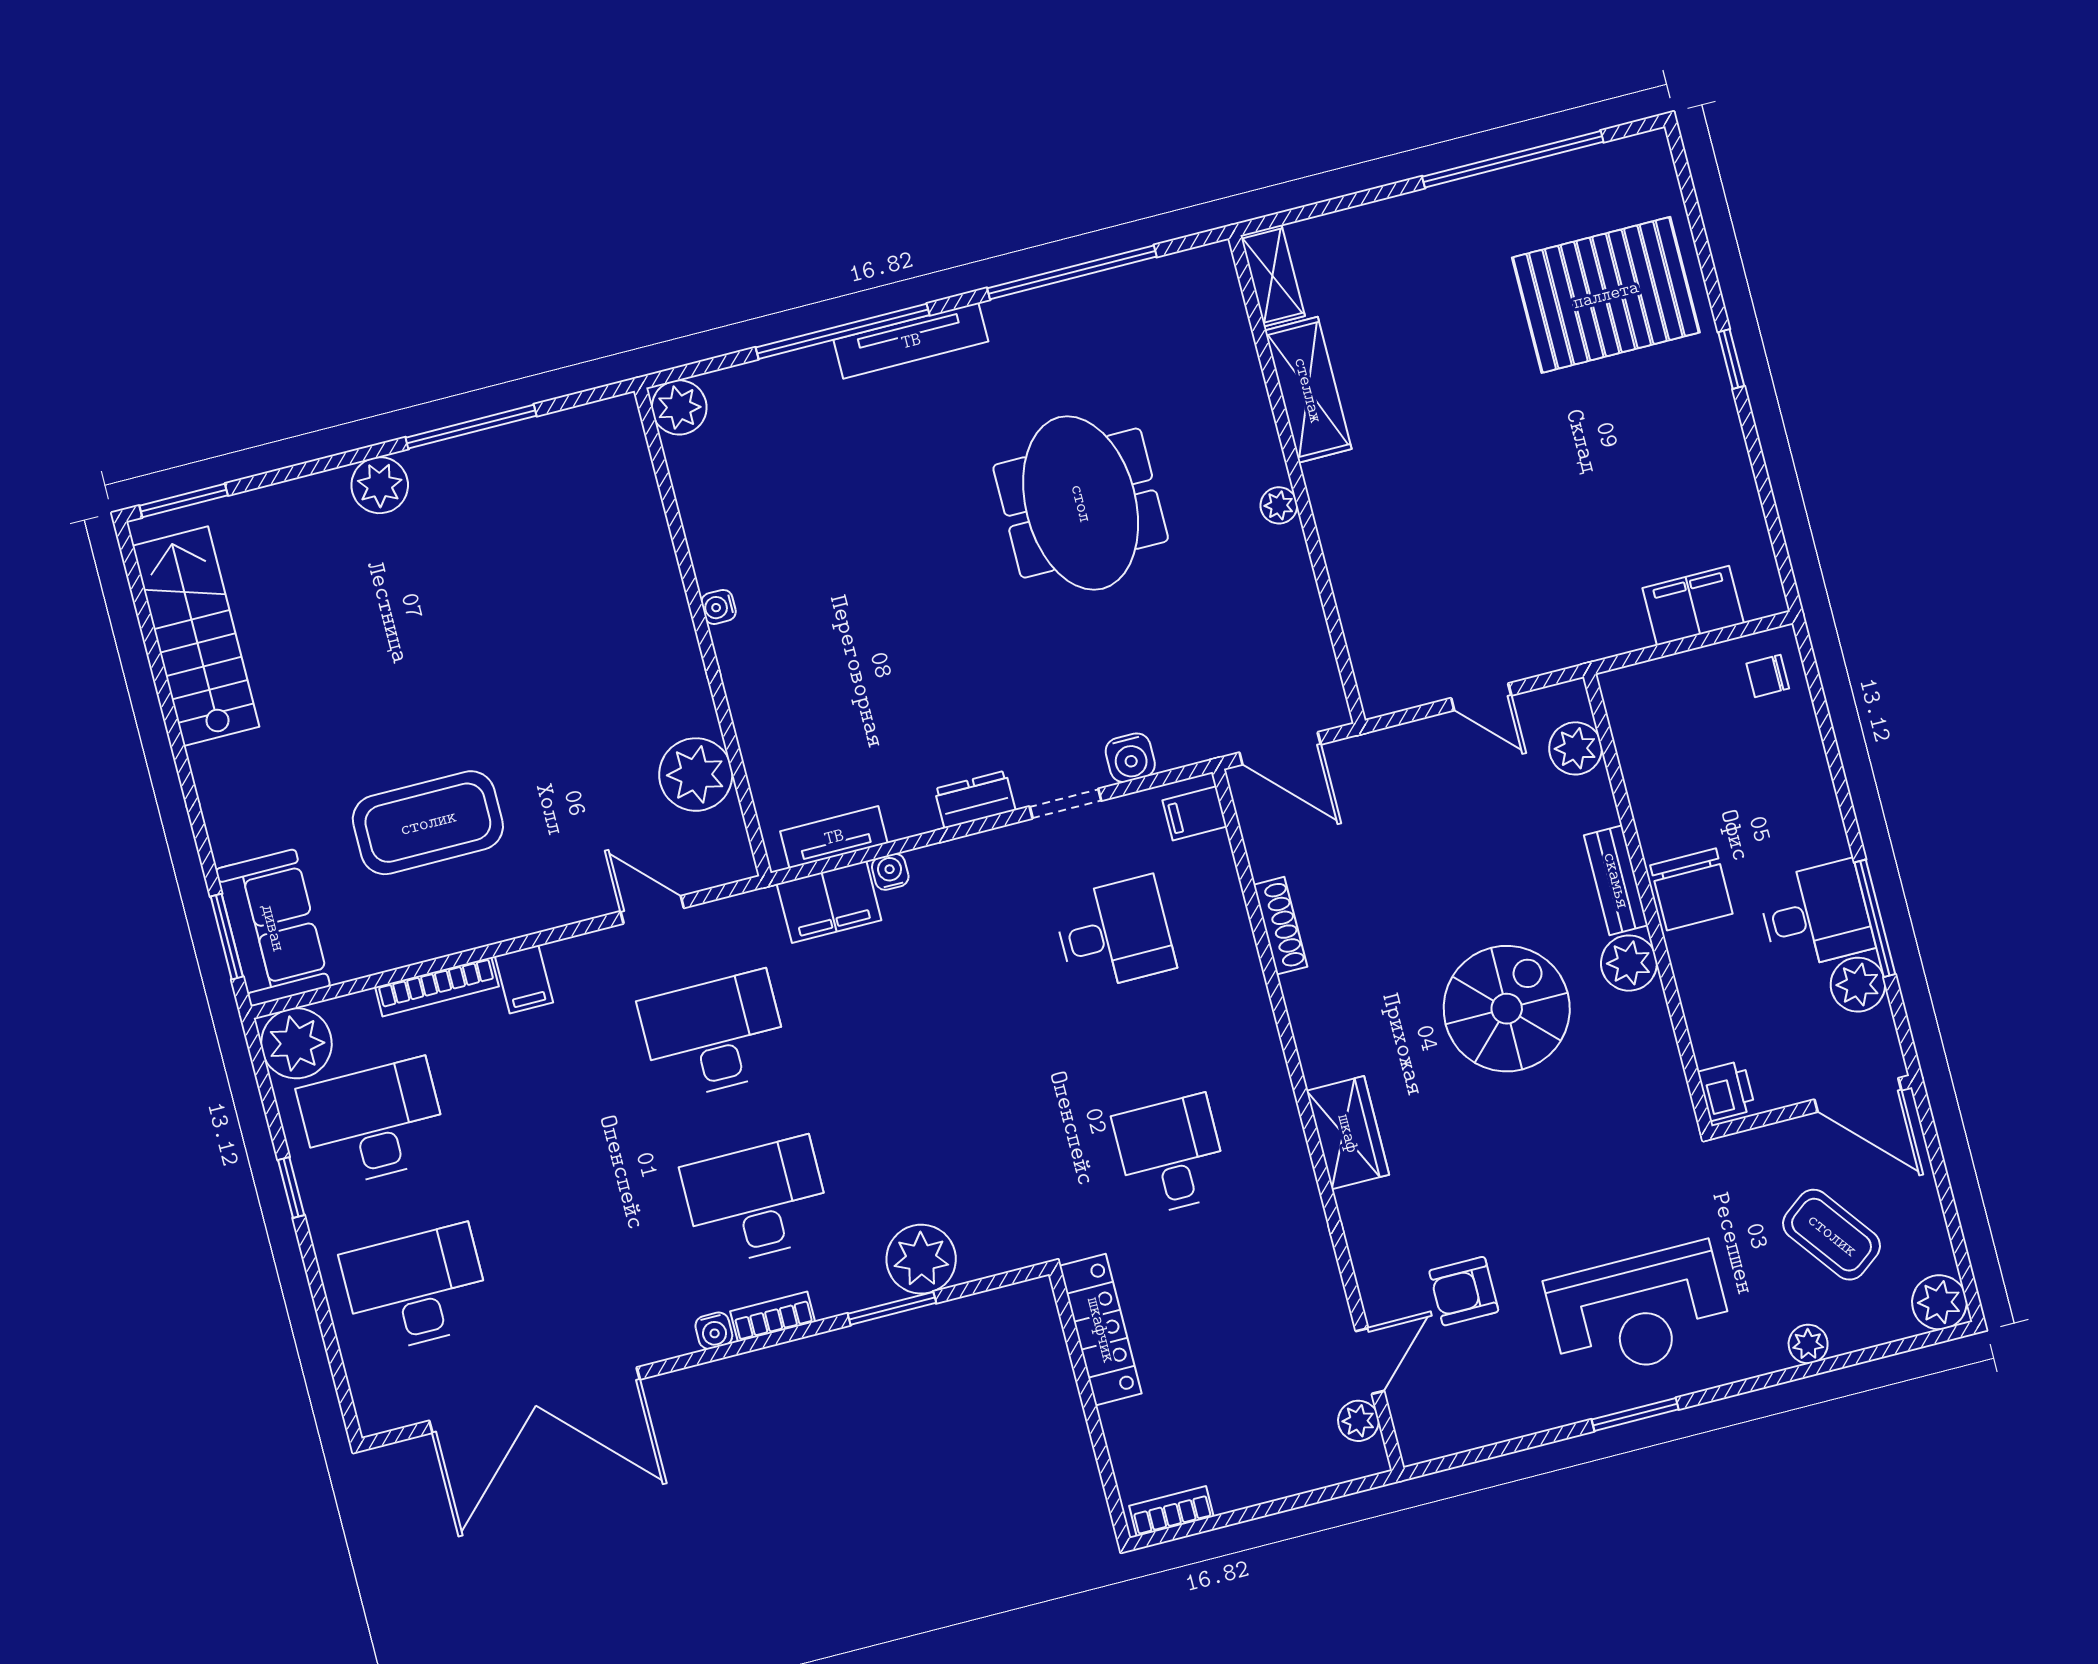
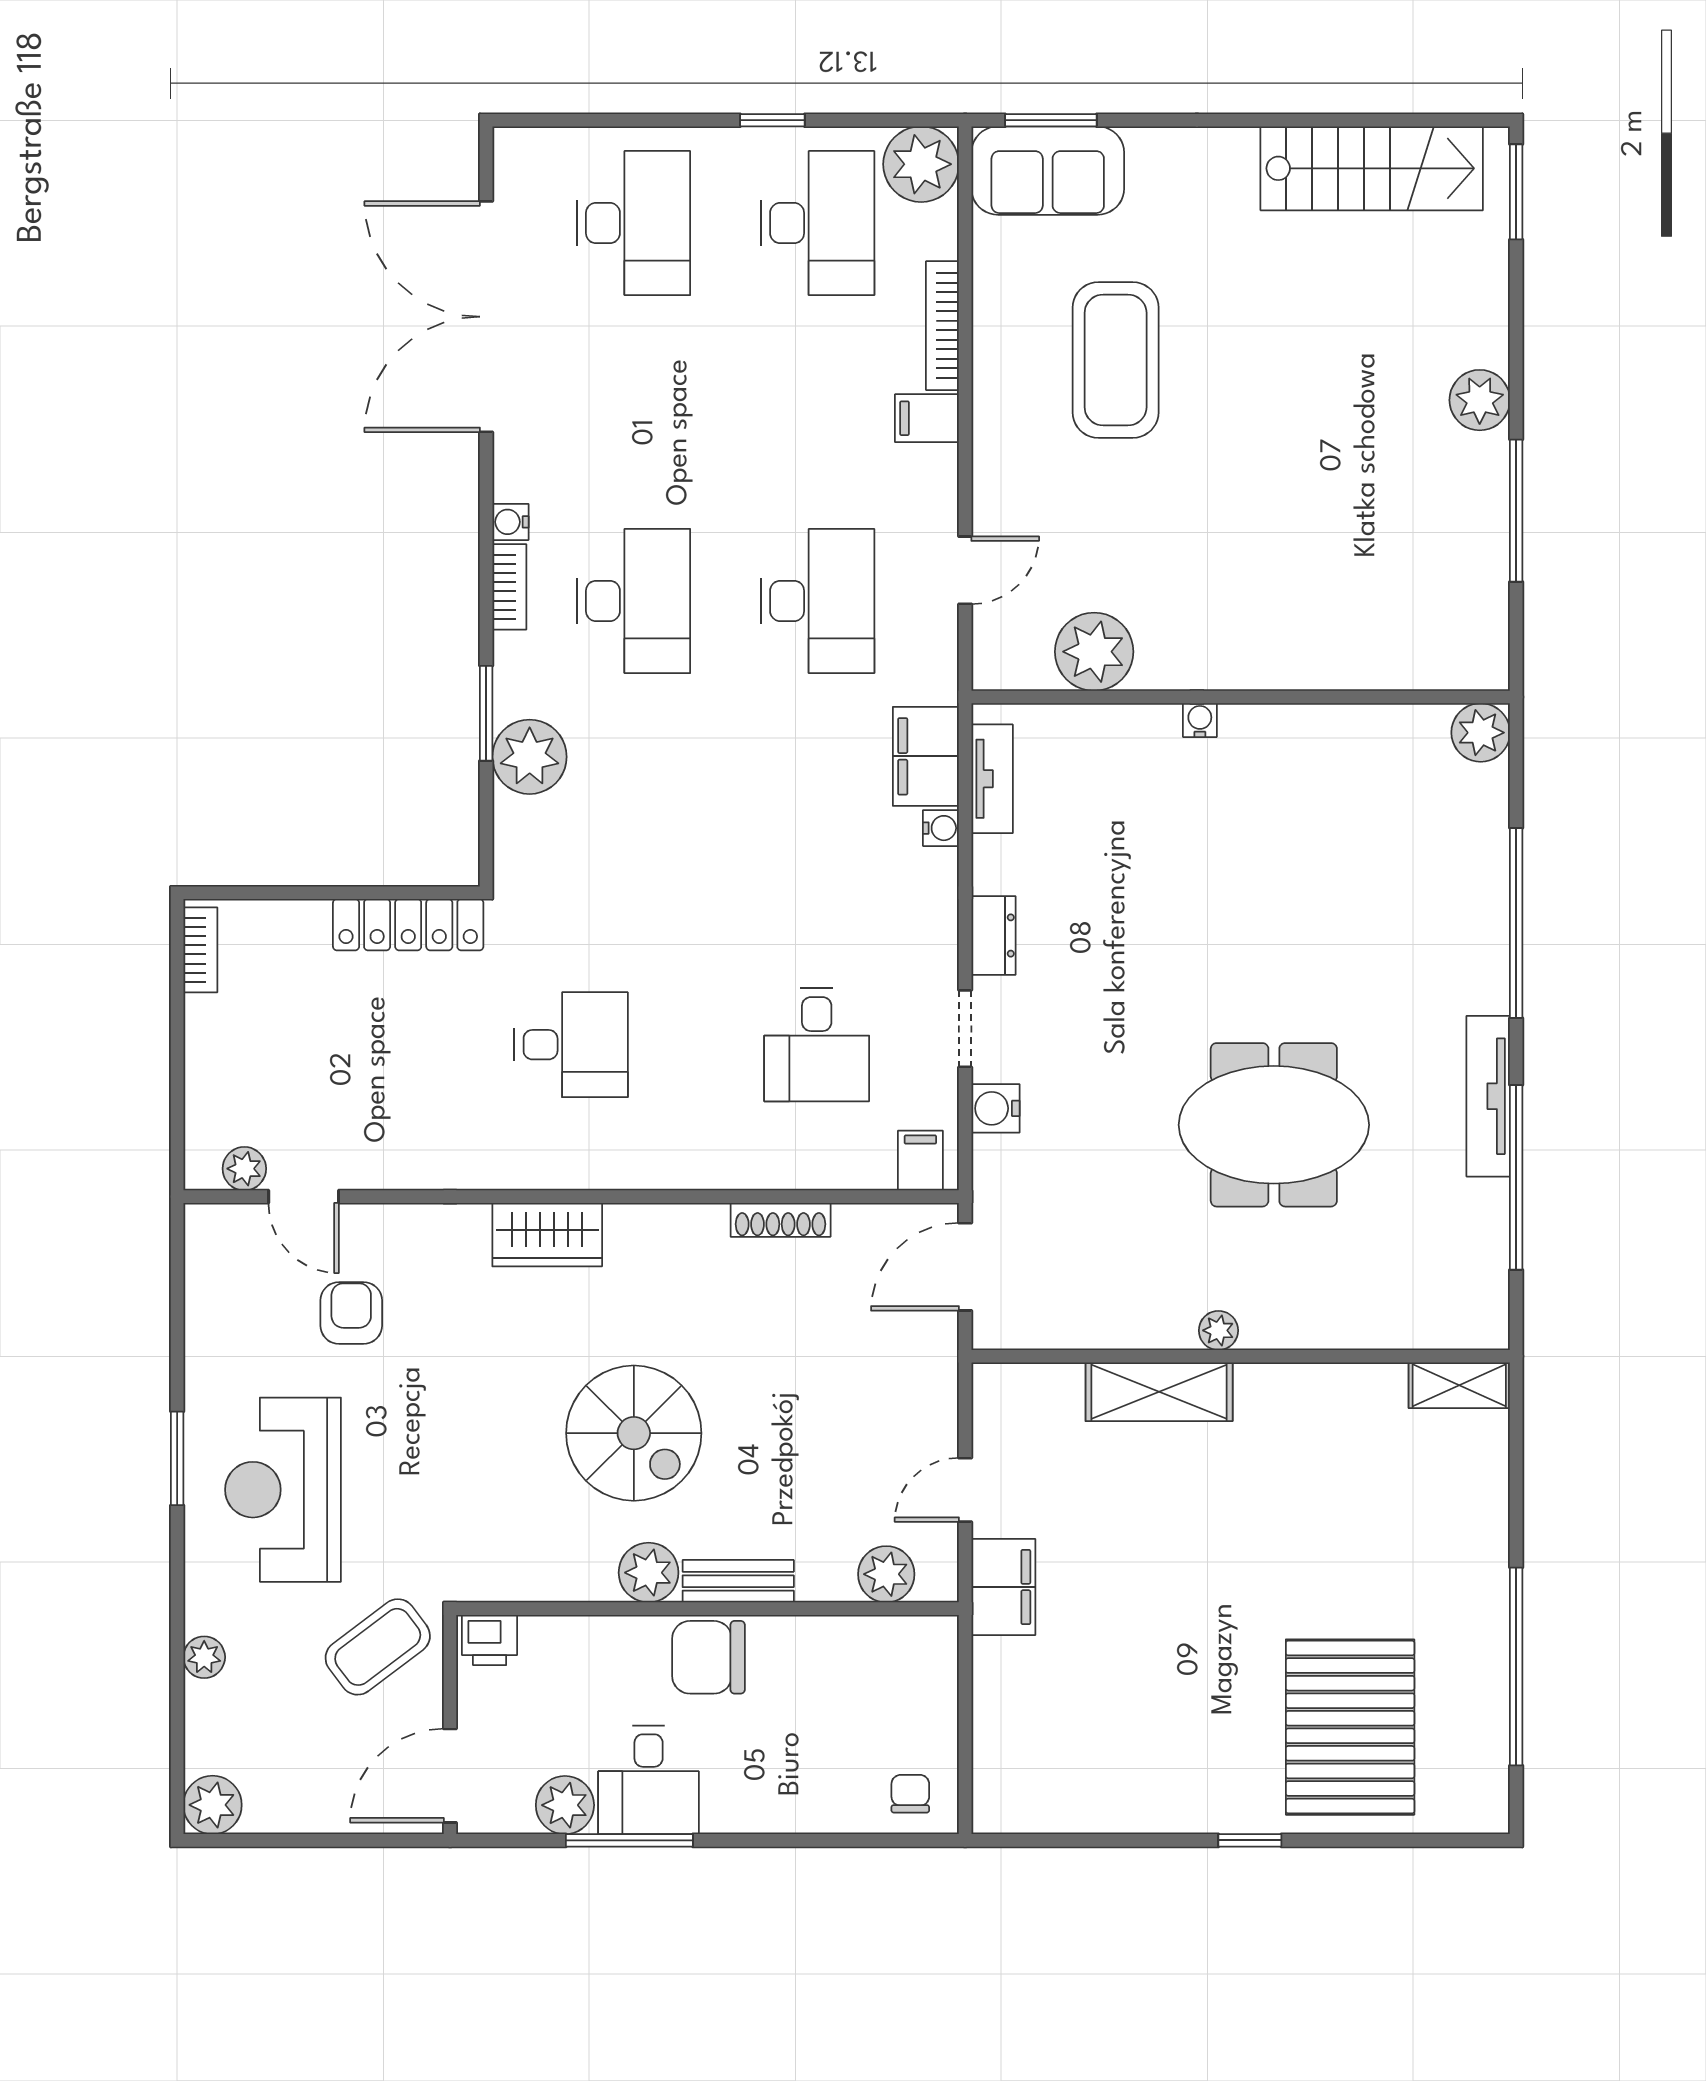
tv unit: (911, 341) -> (1488, 1096), moved
shelving: (1308, 390) -> (1159, 1392), moved
filing cabinet: (1693, 606) -> (1003, 1587), moved
water cooler: (719, 607) -> (1200, 720), moved
coffee table: (1832, 1235) -> (378, 1647), moved

